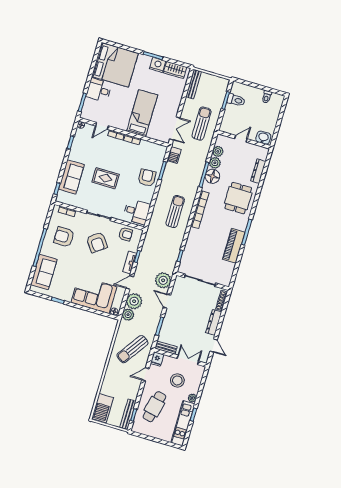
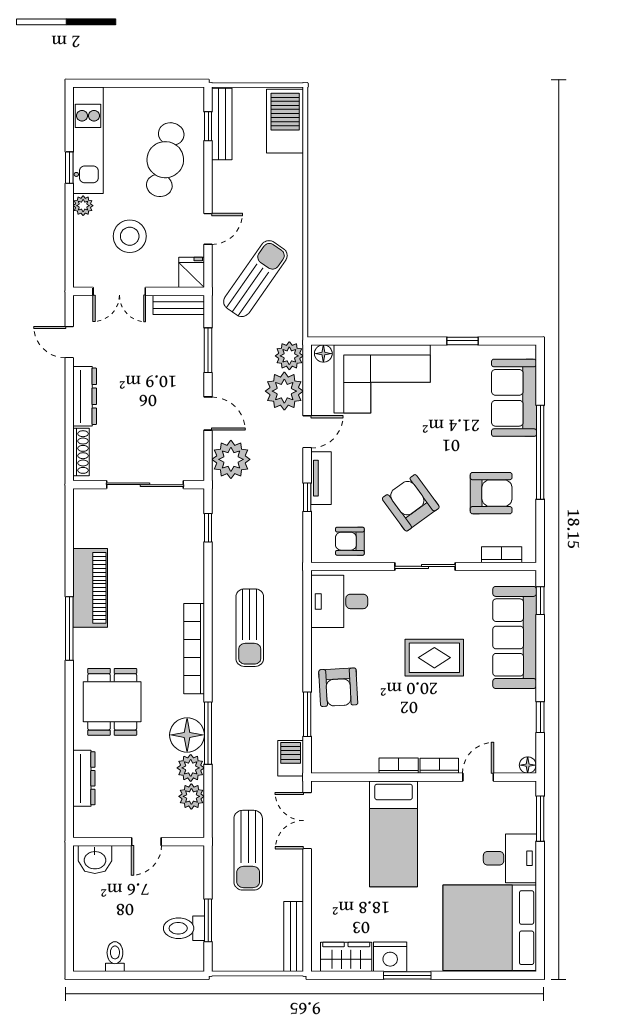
sofa: (71, 177) -> (515, 637), width x1.36

